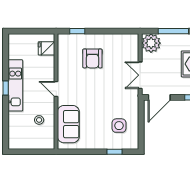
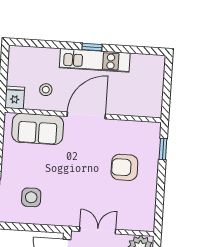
fridge: (46, 48) -> (15, 98), moved
door: (56, 89) -> (86, 115), width x1.87

